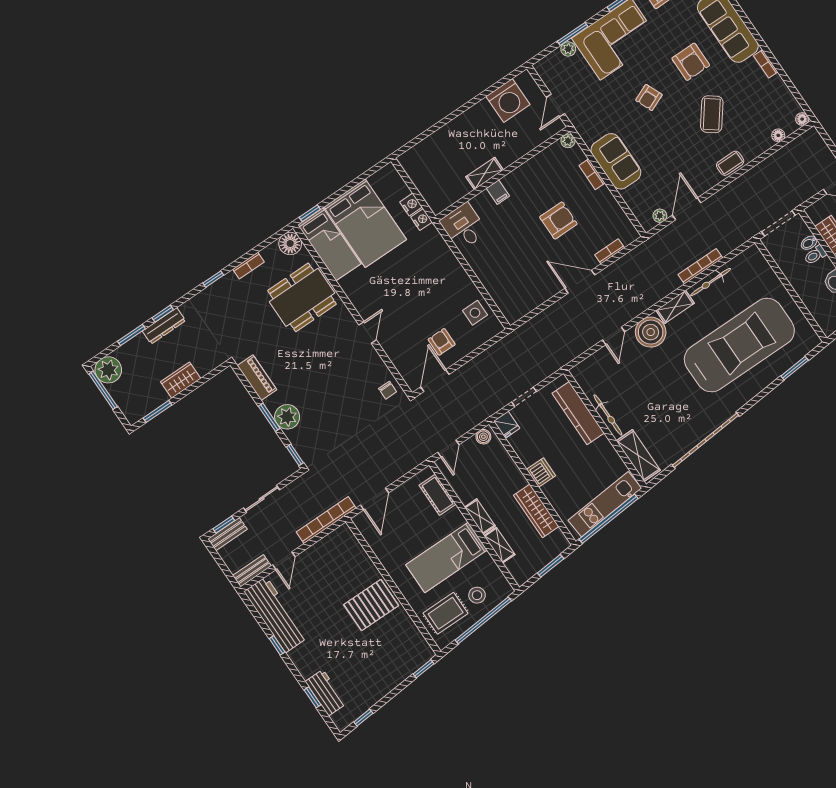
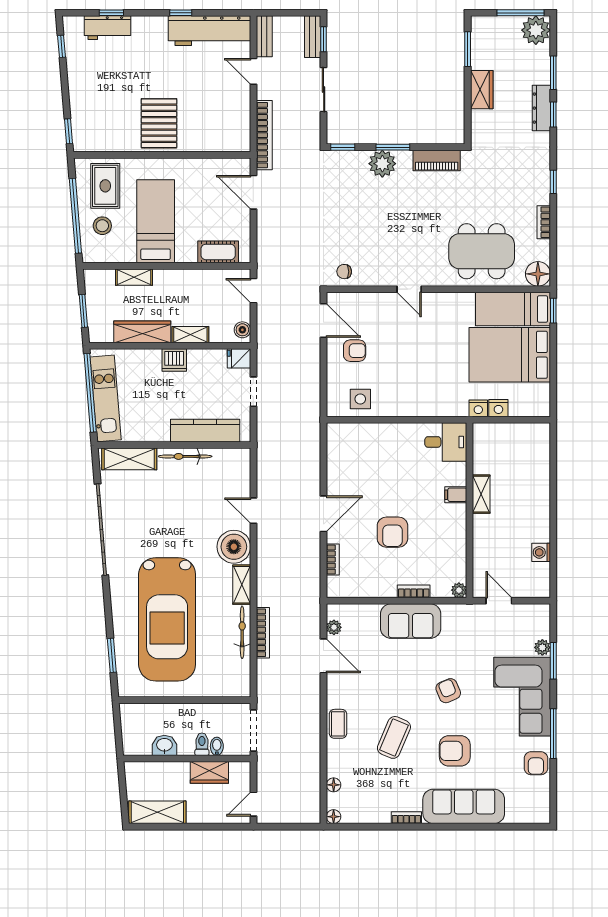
washing machine: (508, 101) -> (541, 552), width x0.53, depth x0.53
coffee table: (712, 114) -> (394, 737), turned 76
dining table: (302, 297) -> (482, 251), turned 90
shelving: (480, 517) -> (190, 335), moved

